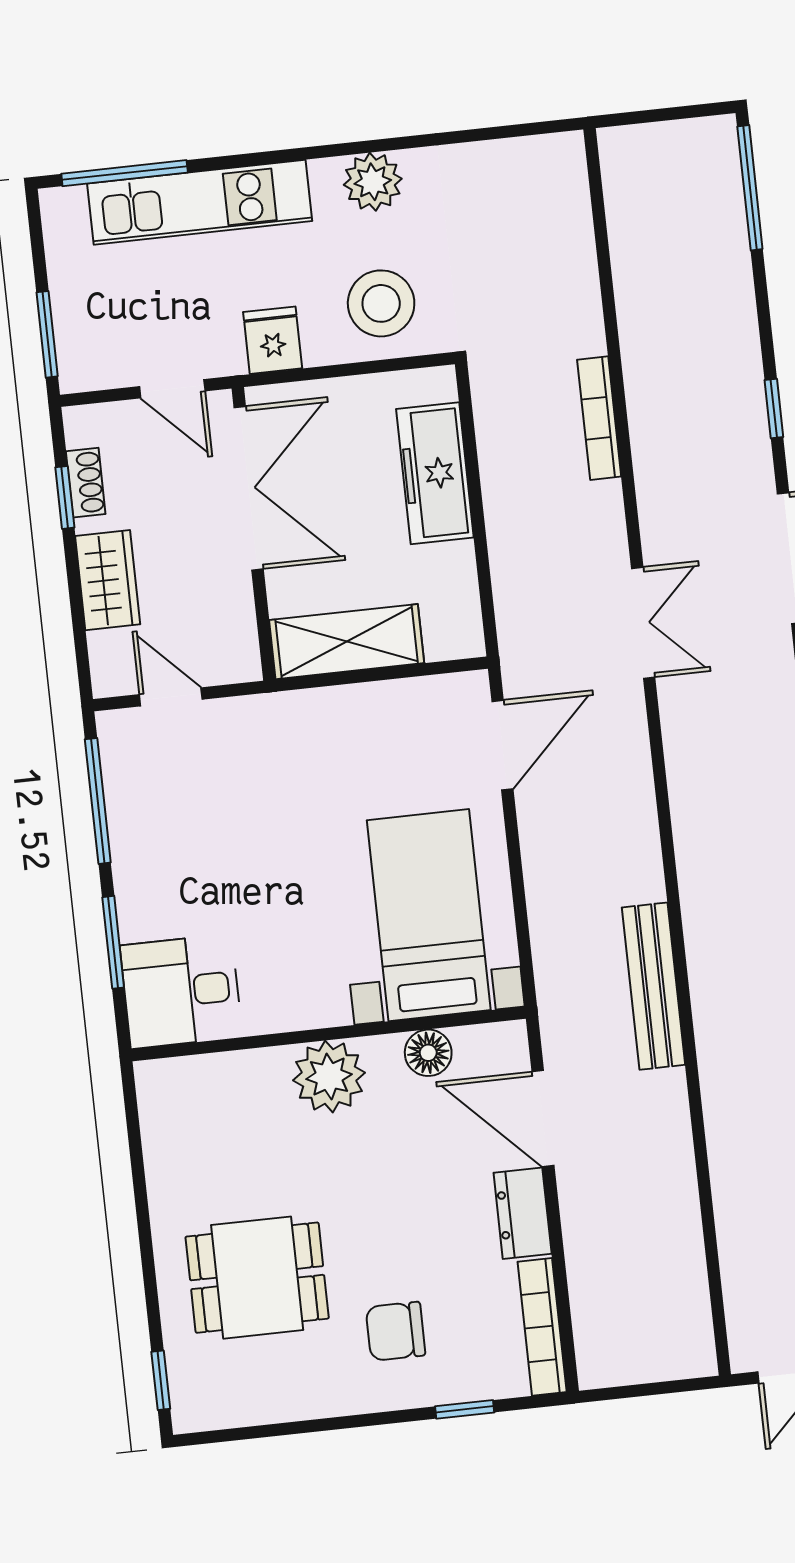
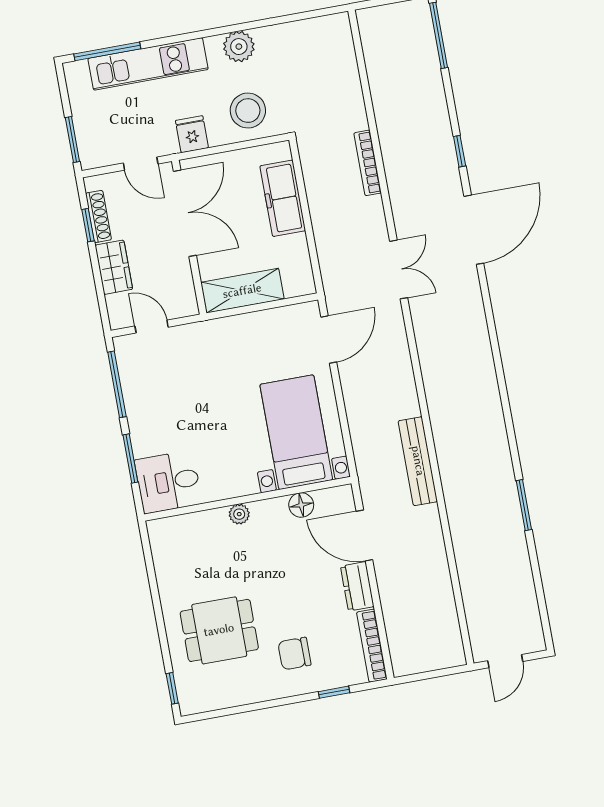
shoe rack: (86, 483) -> (98, 216), width x1.43
plant: (329, 1077) -> (239, 514), width x0.53, depth x0.53

